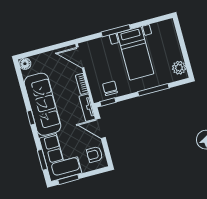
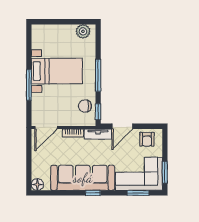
window: (153, 90) -> (98, 75), moved

